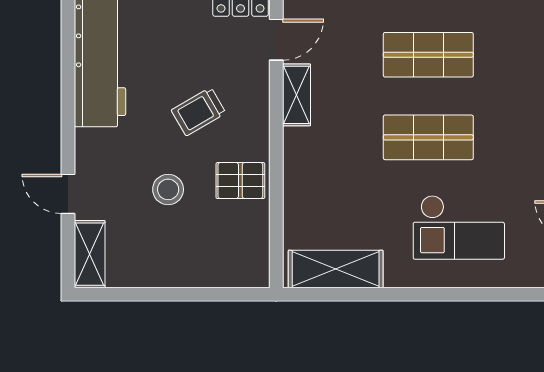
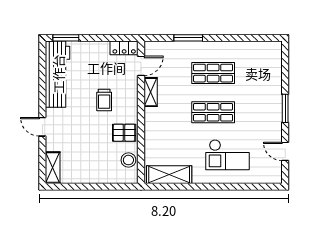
trolley: (198, 112) -> (104, 100), turned -60
stool: (168, 189) -> (128, 160), moved
door: (68, 194) -> (42, 127), moved

